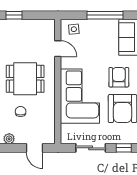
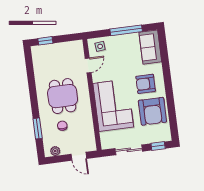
door: (58, 49) -> (88, 65), hinge flipped
armchair: (119, 77) -> (146, 84), turned -90
dining table: (25, 79) -> (63, 96), turned 90

